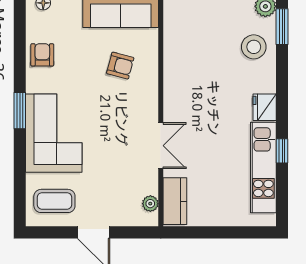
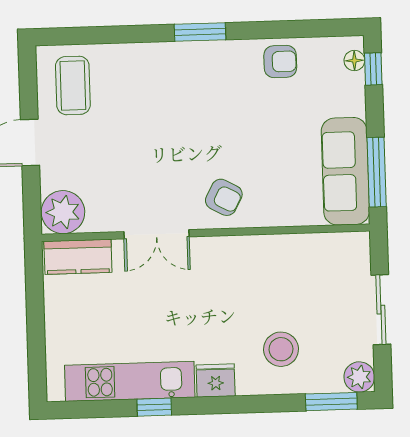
stool: (254, 47) -> (281, 349), moved
armchair: (120, 66) -> (224, 197), moved, turned -77
corner sofa: (54, 133) -> (169, 81), removed
plant: (150, 204) -> (63, 212), width x1.87, depth x1.87

